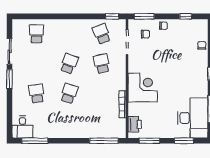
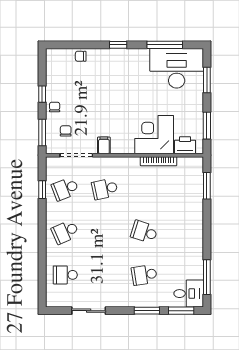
window: (112, 16) -> (42, 190), moved
window: (186, 16) -> (42, 94), moved
filing cabinet: (134, 63) -> (104, 145), added
school desk: (69, 64) -> (65, 232), moved, turned -45
window: (10, 79) -> (147, 311), moved
corner desk: (143, 88) -> (154, 135), moved
window: (10, 121) -> (181, 311), added
window: (104, 141) -> (207, 186), width x0.69

